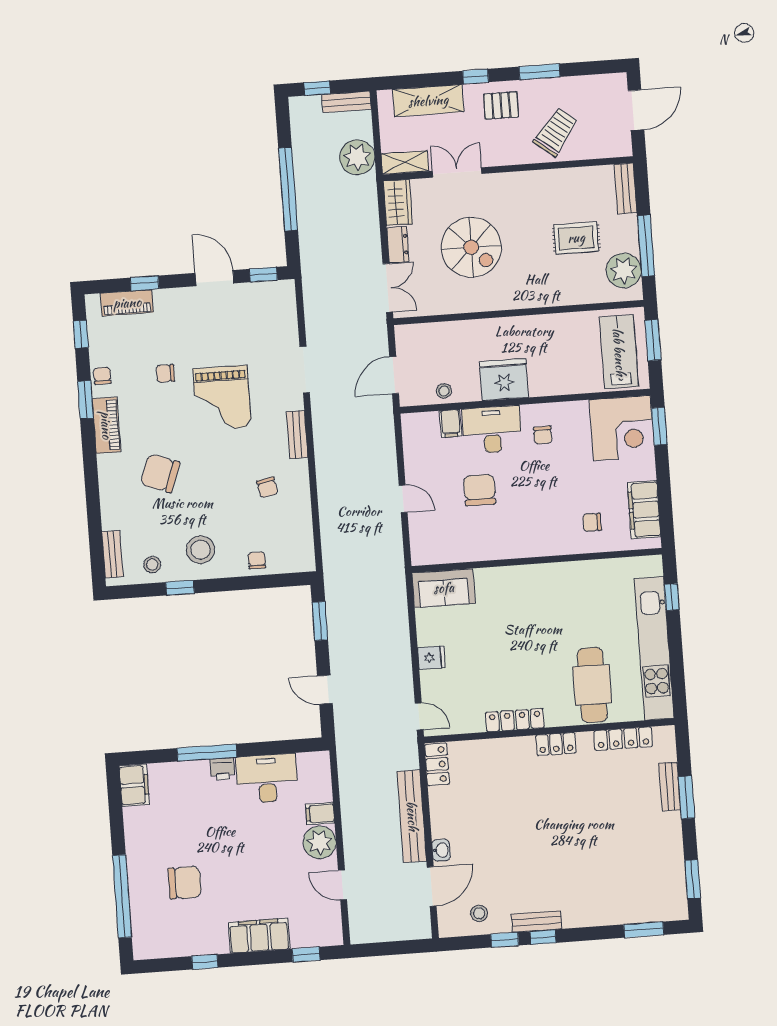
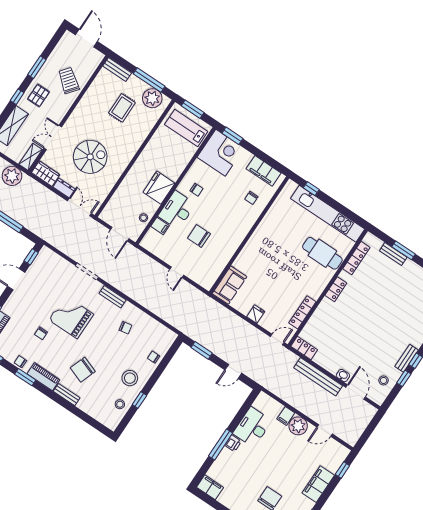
grand piano: (222, 398) -> (71, 317), turned 180
door: (403, 499) -> (177, 272), swing flipped
bench: (112, 554) -> (67, 395), moved
locker: (515, 720) -> (302, 312), moved

